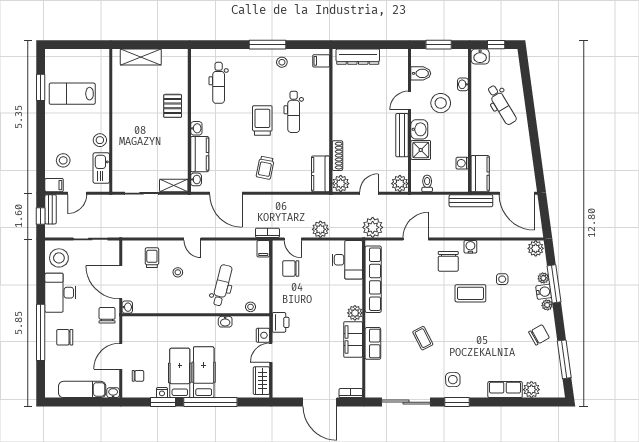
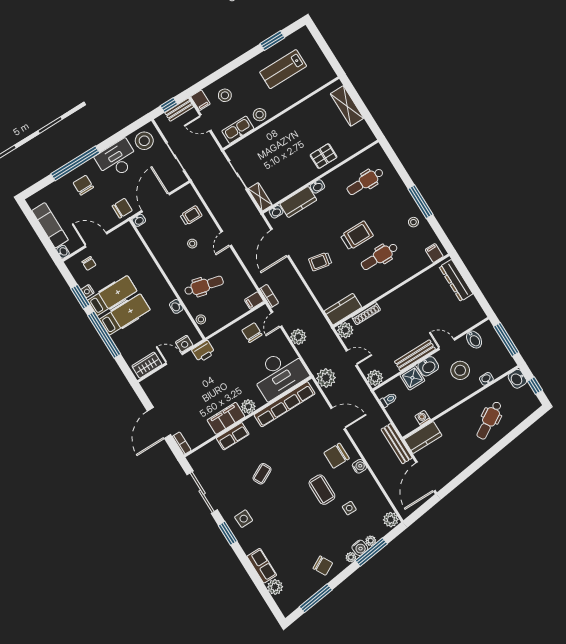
window: (439, 45) -> (506, 339), width x1.44
lab bench: (72, 94) -> (283, 69), turned -90
desk: (347, 260) -> (279, 374), width x1.36, depth x1.30

